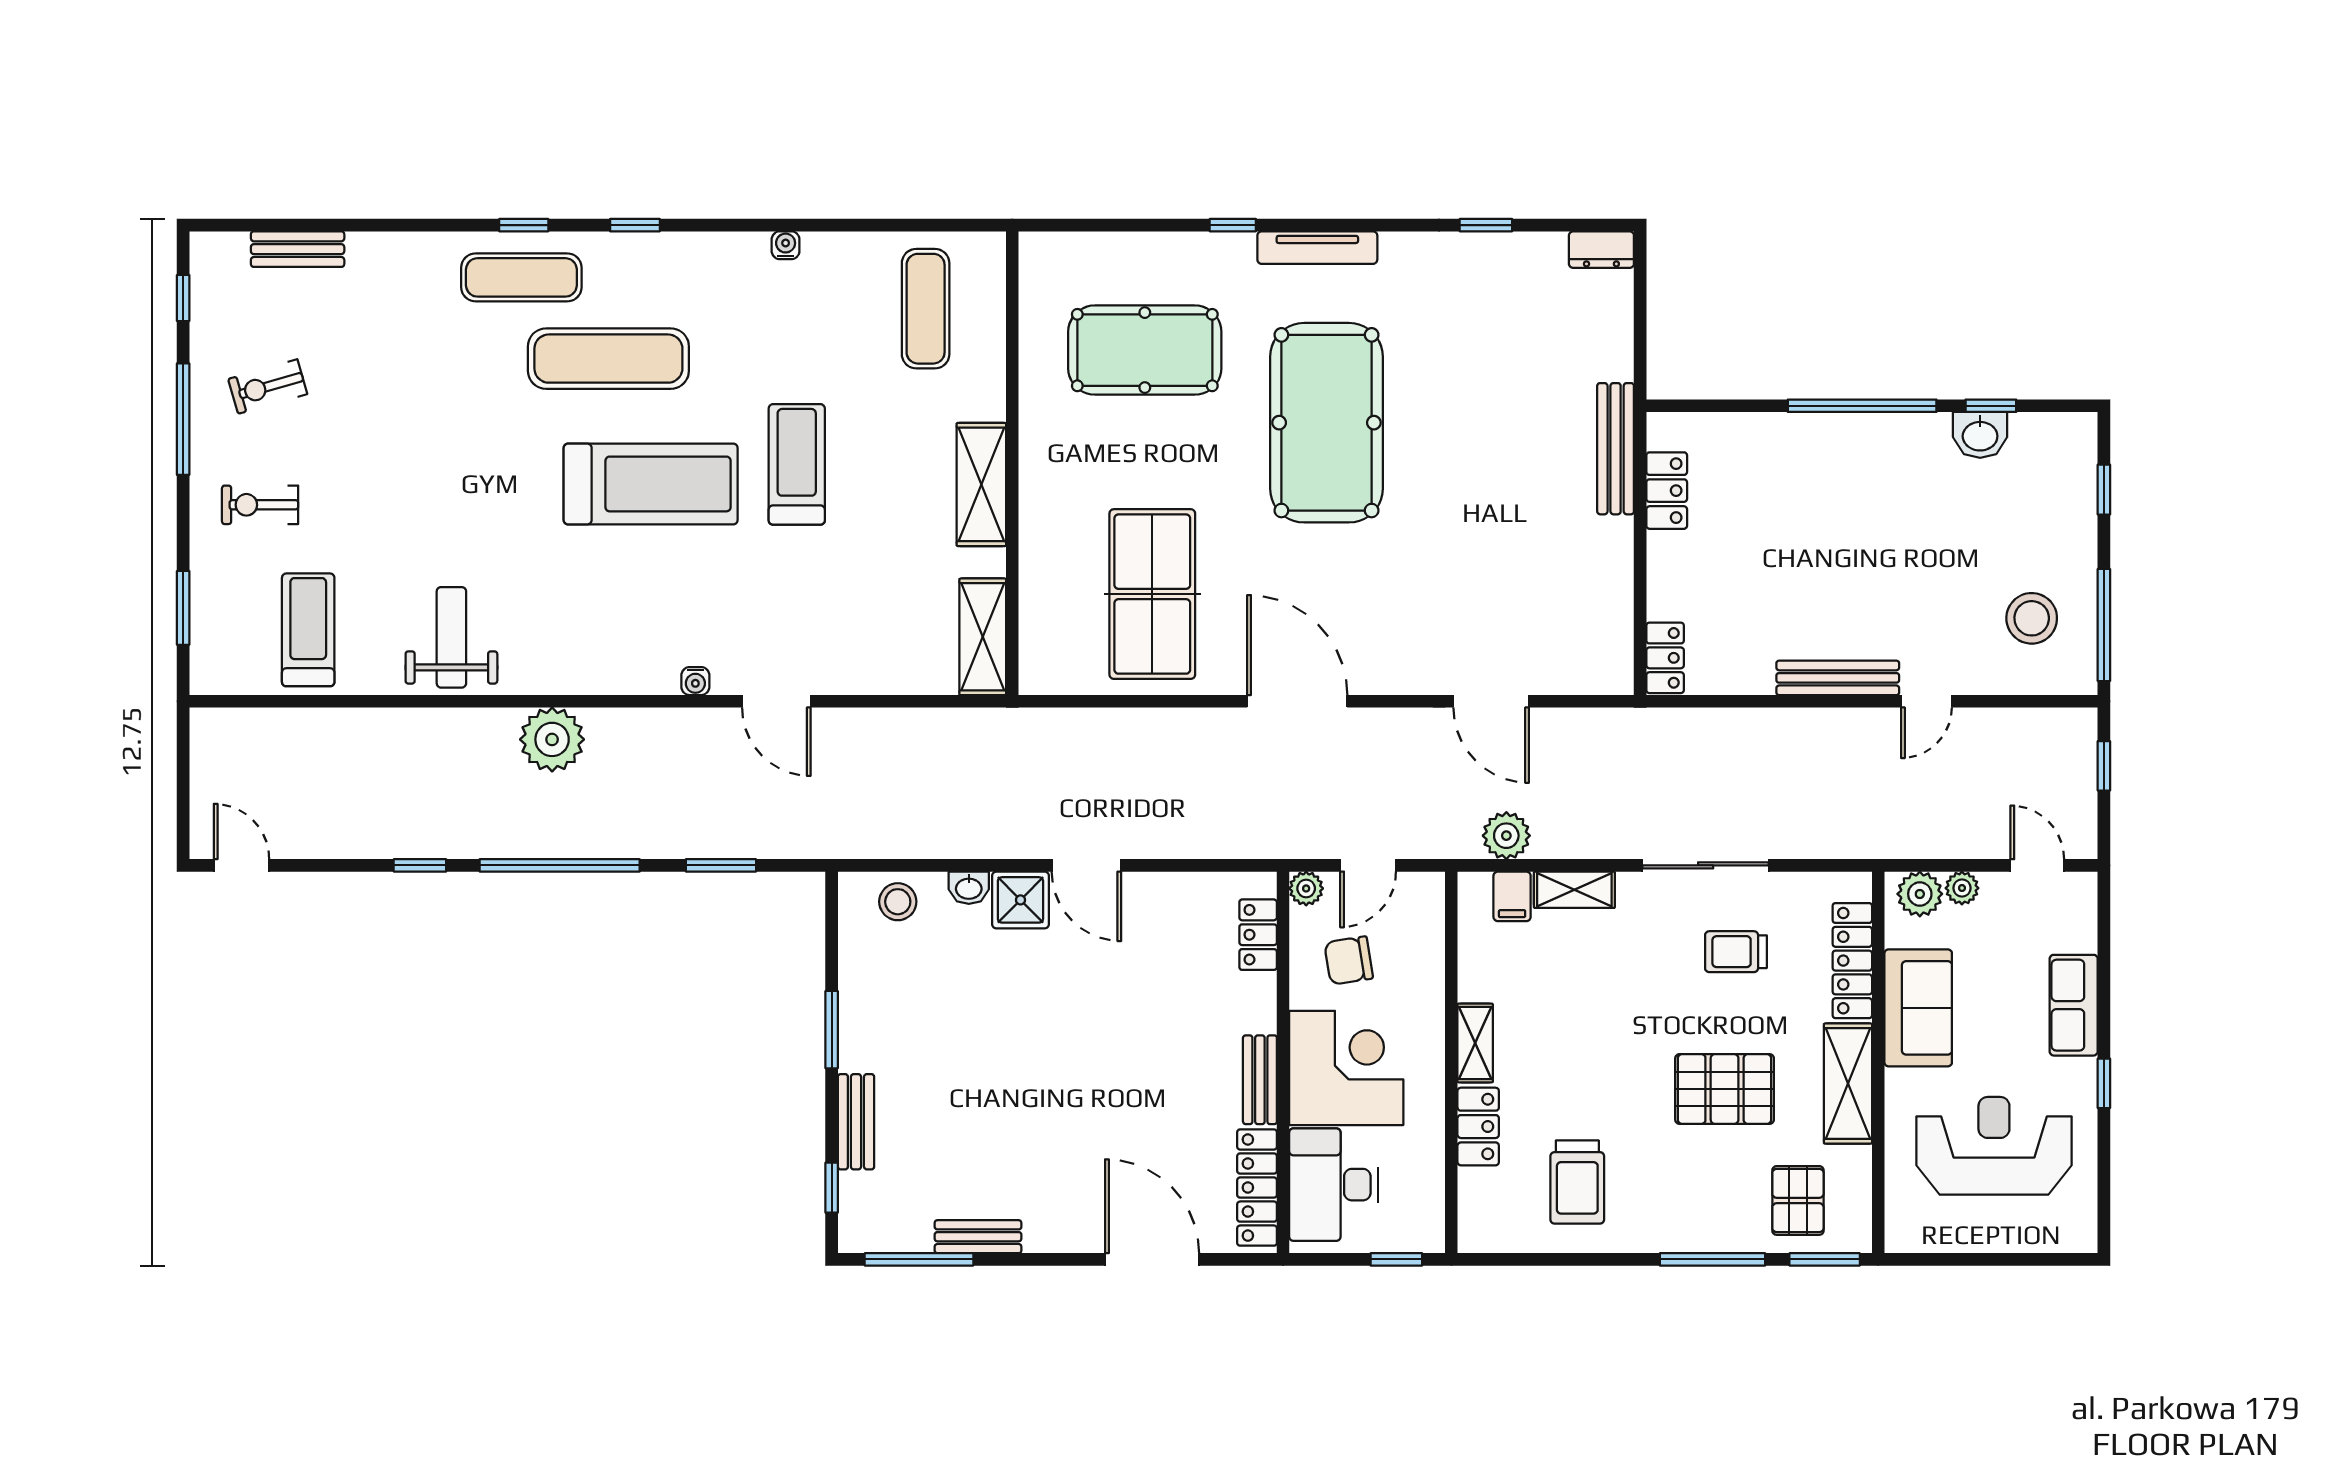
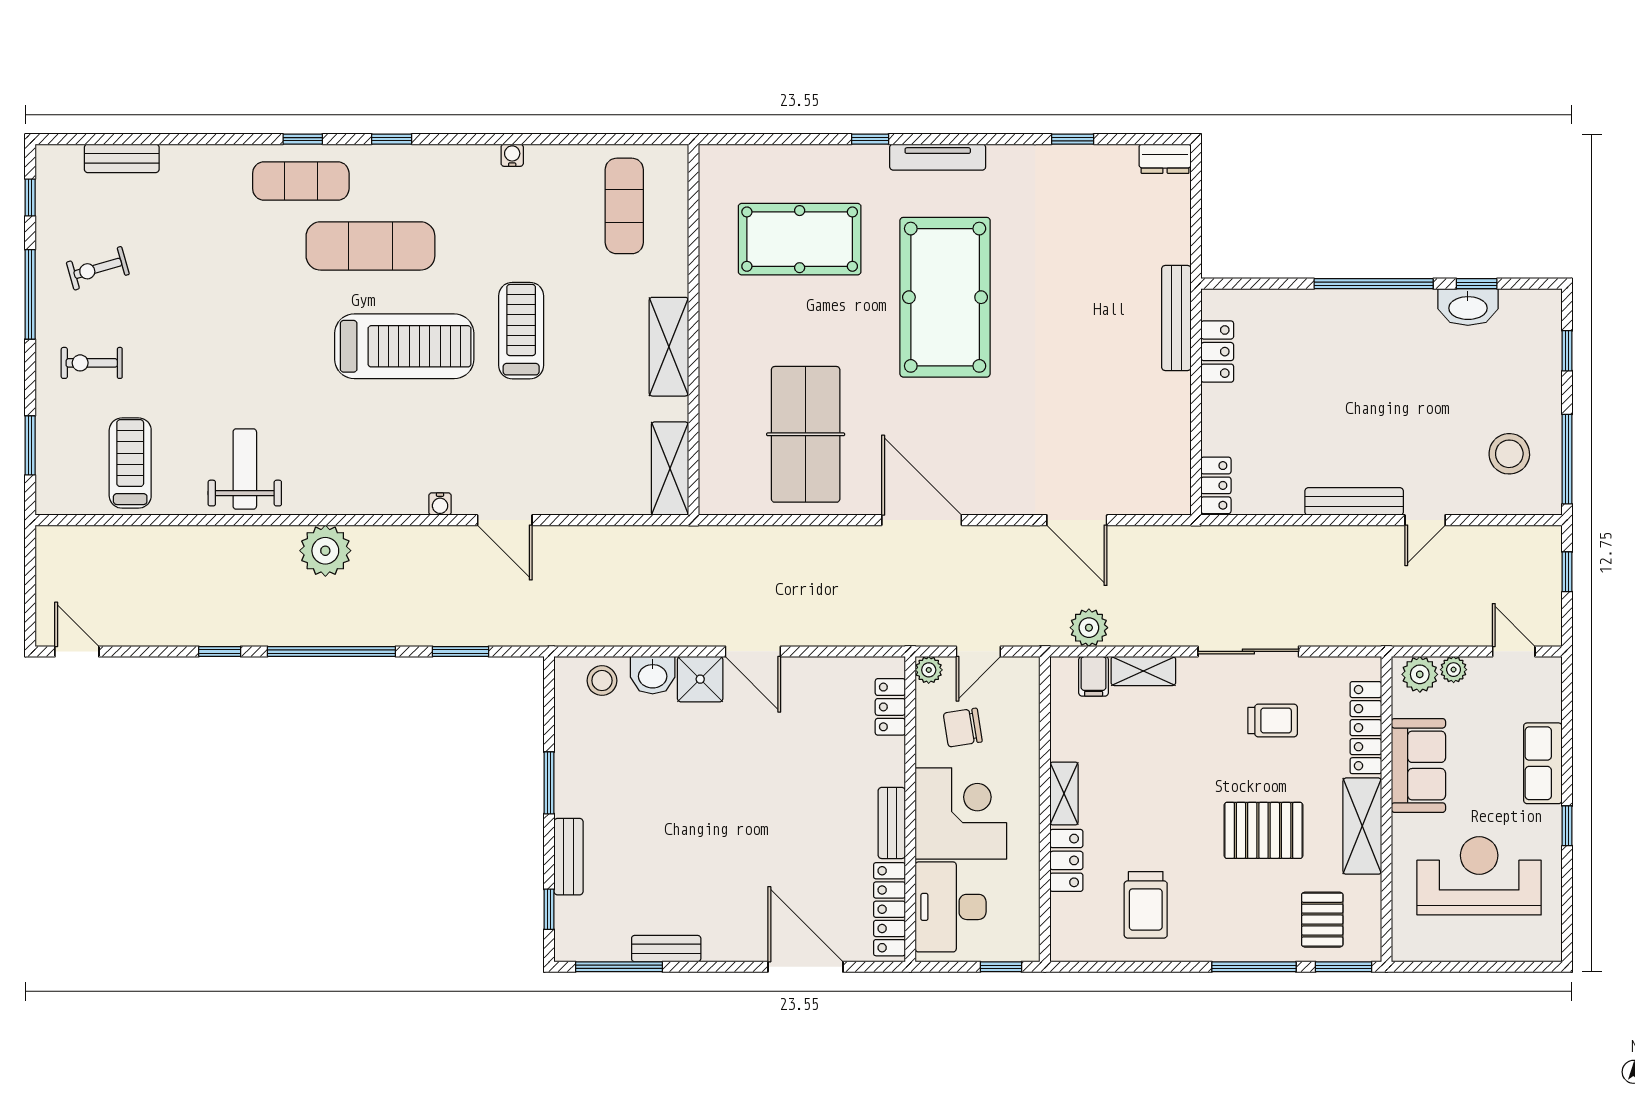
washbasin: (1980, 435) -> (1468, 307), width x1.38
washbasin: (969, 888) -> (653, 675), width x1.38, depth x1.45
trolley: (1736, 952) -> (1273, 720), turned 180

